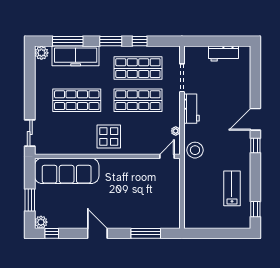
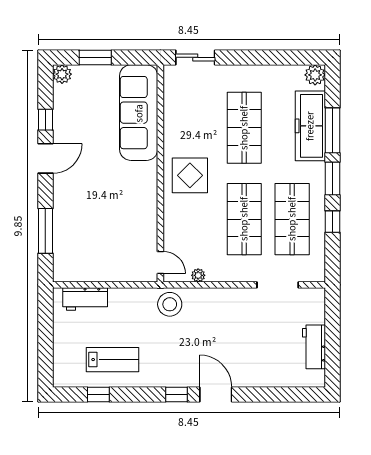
window: (68, 41) -> (332, 130), moved
workbench: (191, 109) -> (85, 299), moved
window: (255, 209) -> (98, 395), moved
window: (52, 233) -> (45, 120), moved

